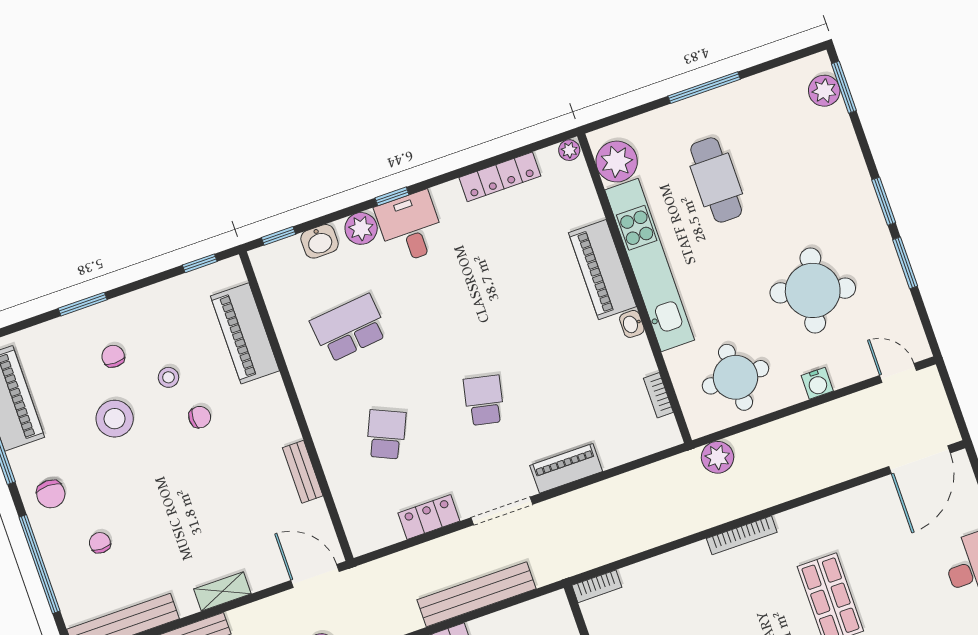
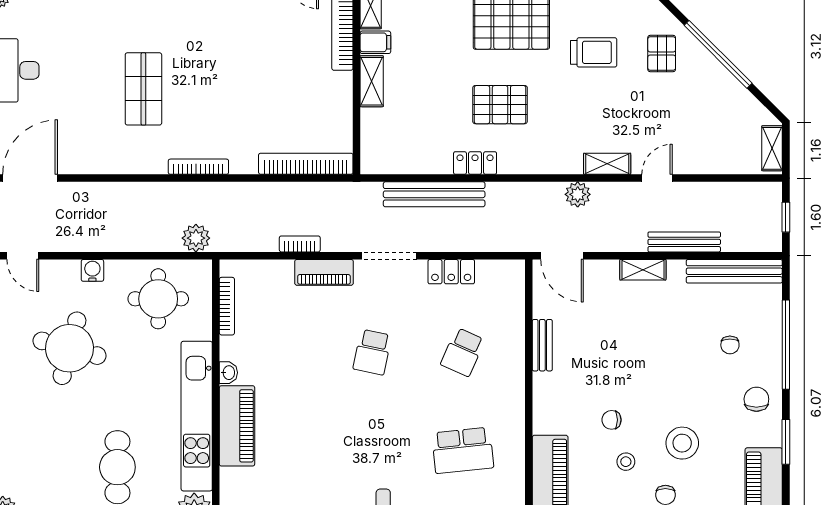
bookcase: (658, 395) -> (227, 306), width x1.56
bookcase: (603, 490) -> (300, 244), added
bookcase: (597, 586) -> (306, 164), width x2.31, depth x1.31

